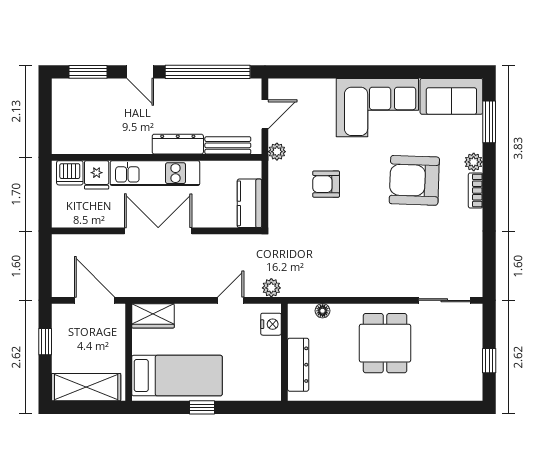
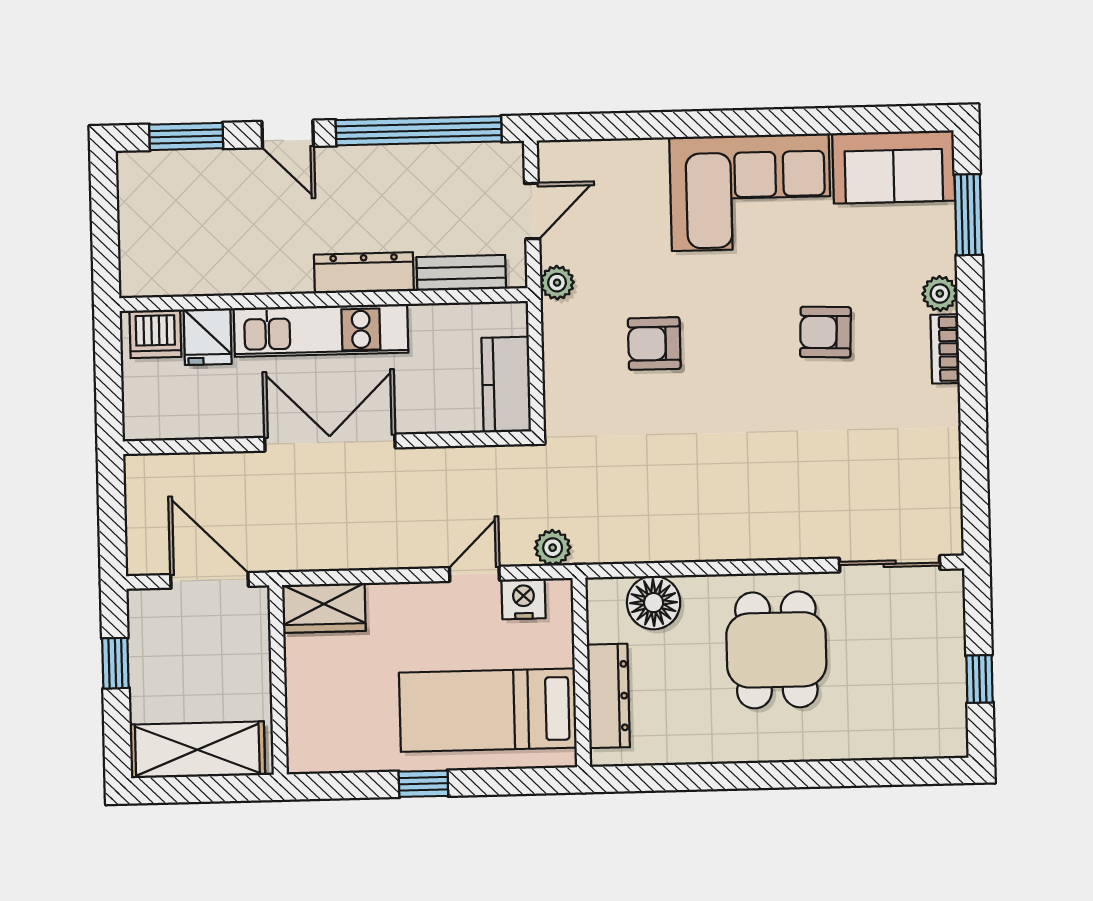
armchair: (414, 180) -> (825, 332), width x0.53, depth x0.53
floor lamp: (323, 311) -> (654, 603), width x1.89, depth x1.89
nightstand: (271, 324) -> (524, 599), moved, turned -90
bed: (177, 376) -> (488, 710), moved, turned 180

